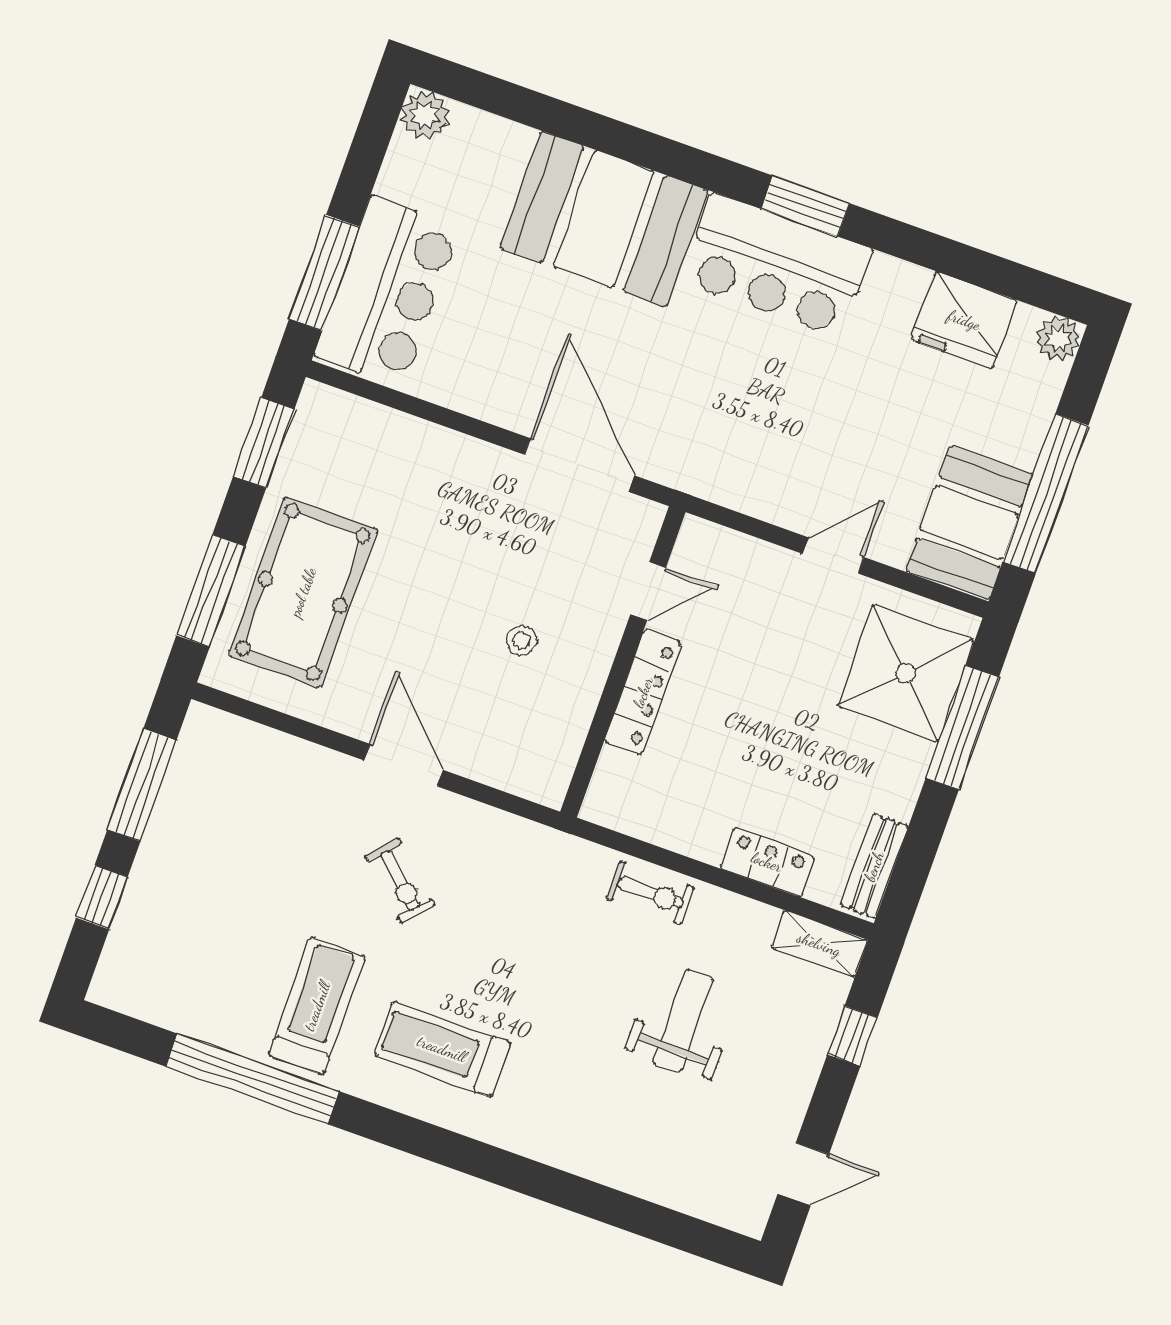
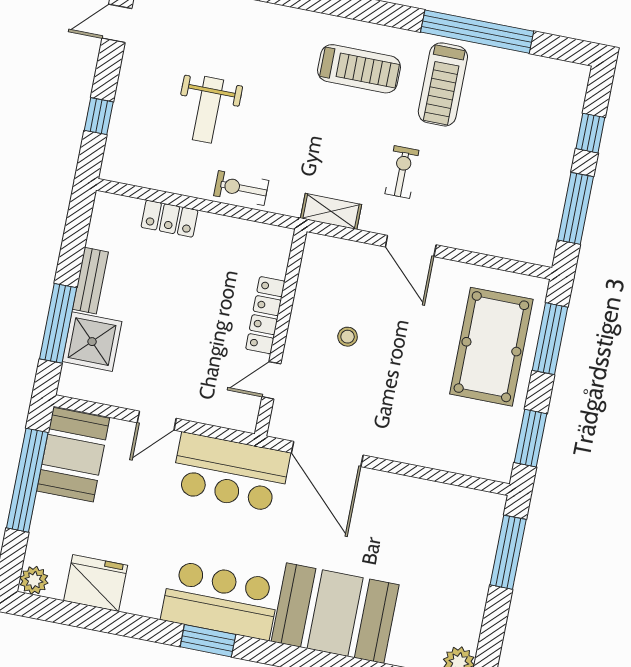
bar counter: (387, 291) -> (230, 472), moved, turned -90
shower: (906, 673) -> (92, 342), width x0.73, depth x0.73
bench: (874, 866) -> (90, 281), moved
exercise bike: (400, 881) -> (402, 172), turned 48
shelving: (819, 944) -> (331, 211), moved

